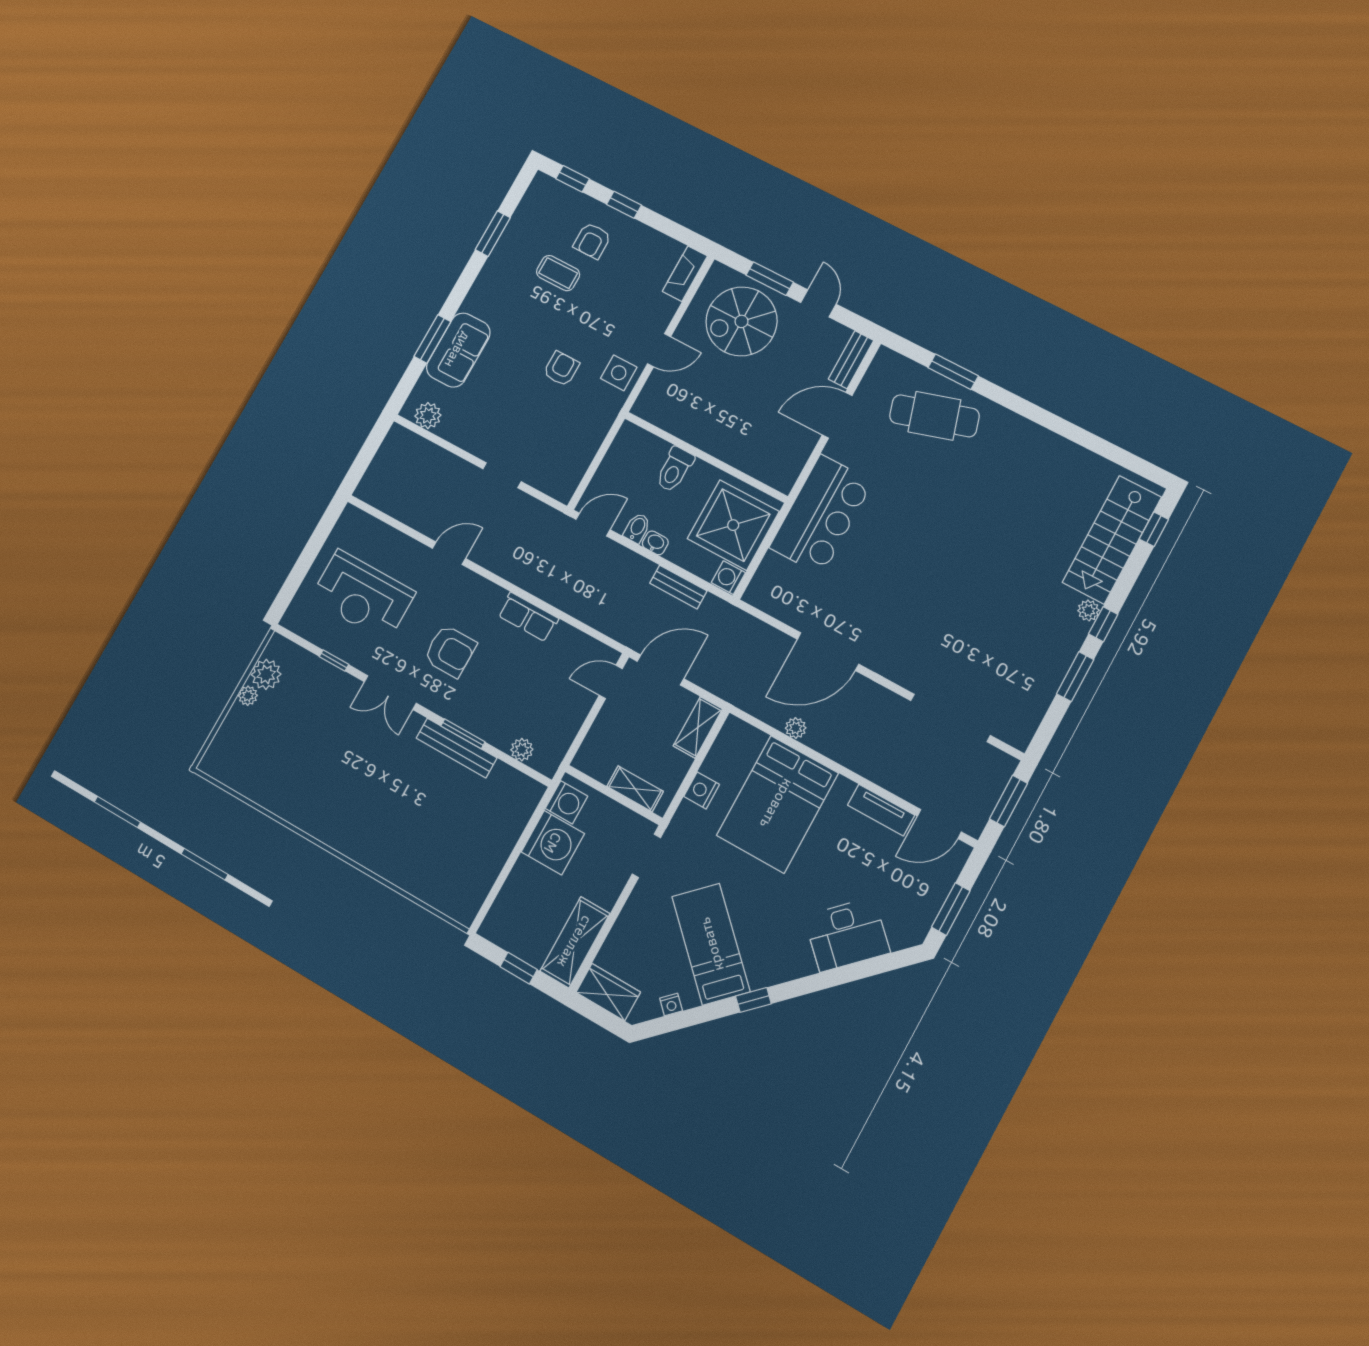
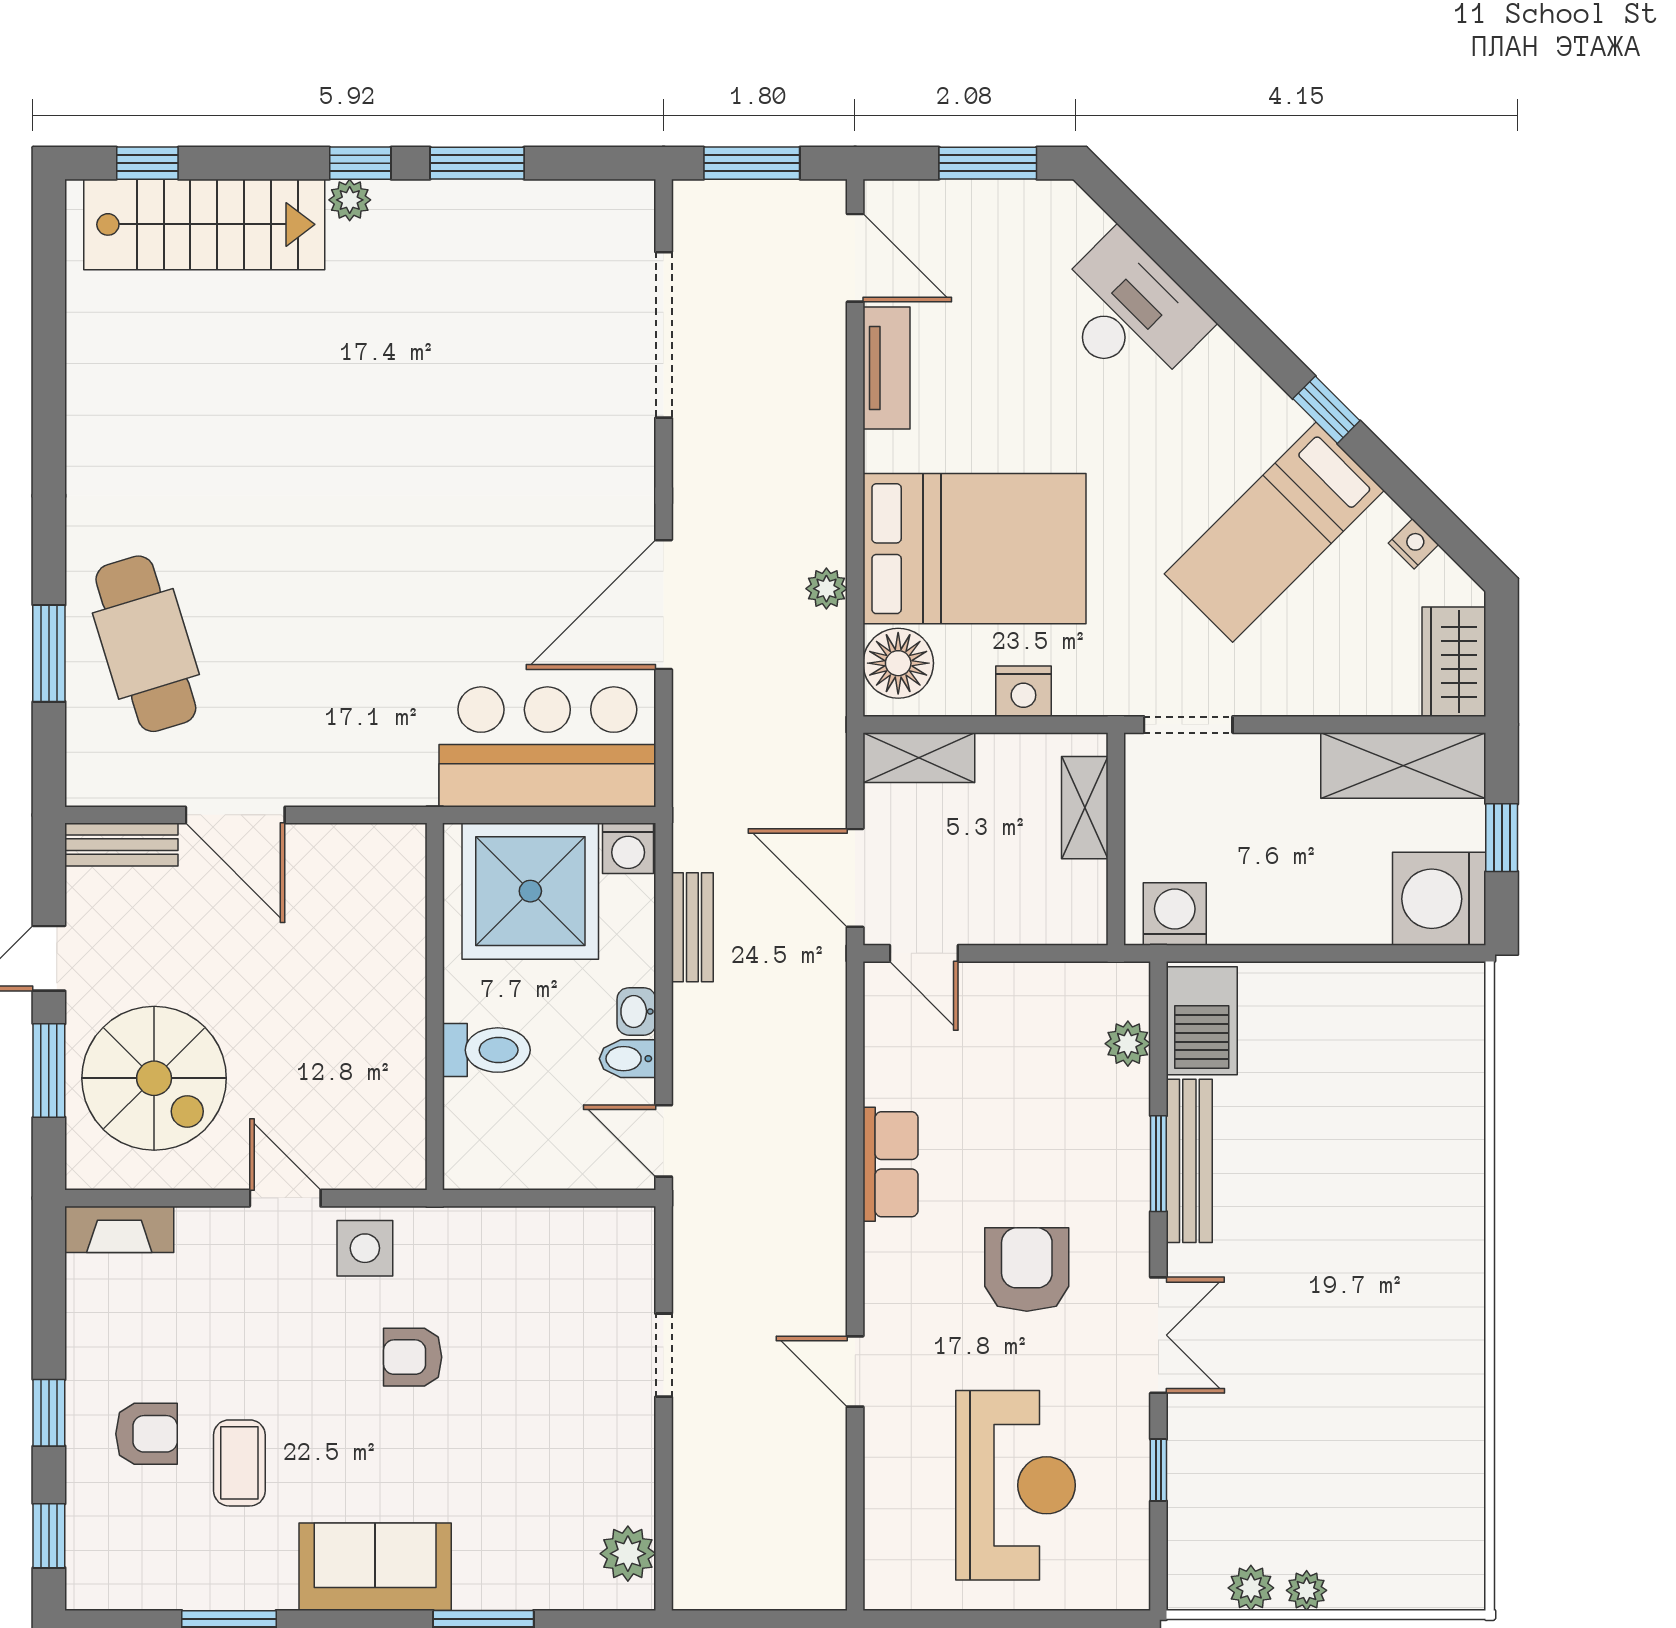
sofa: (458, 350) -> (375, 1567), moved
bar counter: (821, 515) -> (547, 747), moved
door: (828, 652) -> (664, 605), swing flipped
plant: (266, 674) -> (1251, 1588), width x0.73, depth x0.73
floor lamp: (745, 741) -> (898, 663), added
barbecue: (513, 788) -> (1202, 1021), added
washing machine: (553, 843) -> (1439, 899), moved, turned -90

